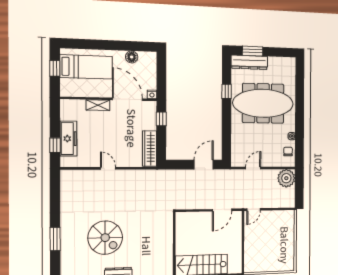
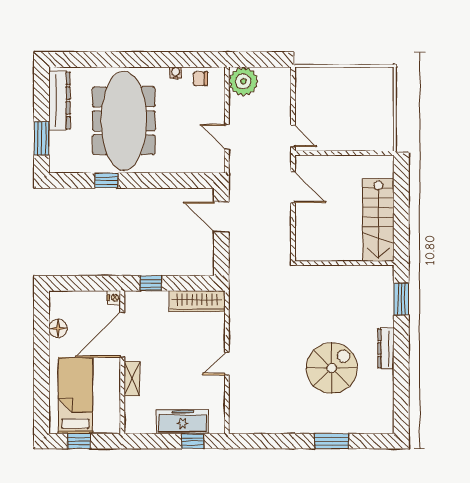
dresser: (249, 62) -> (59, 100), moved

